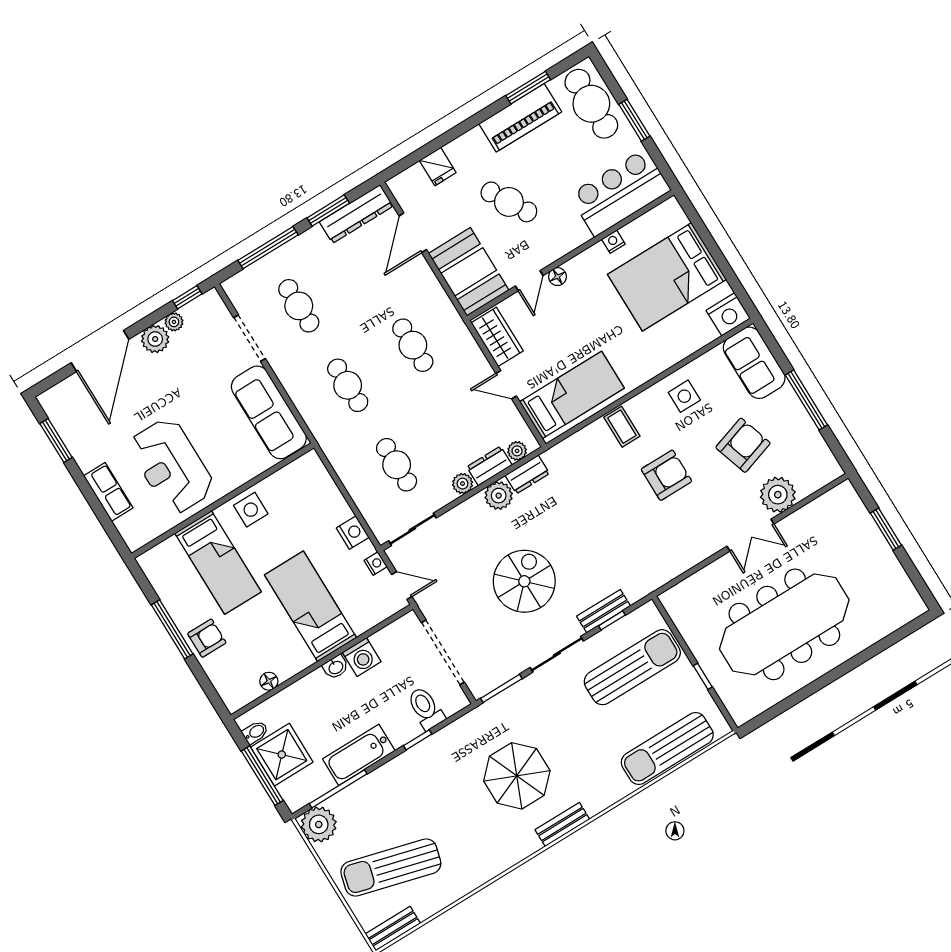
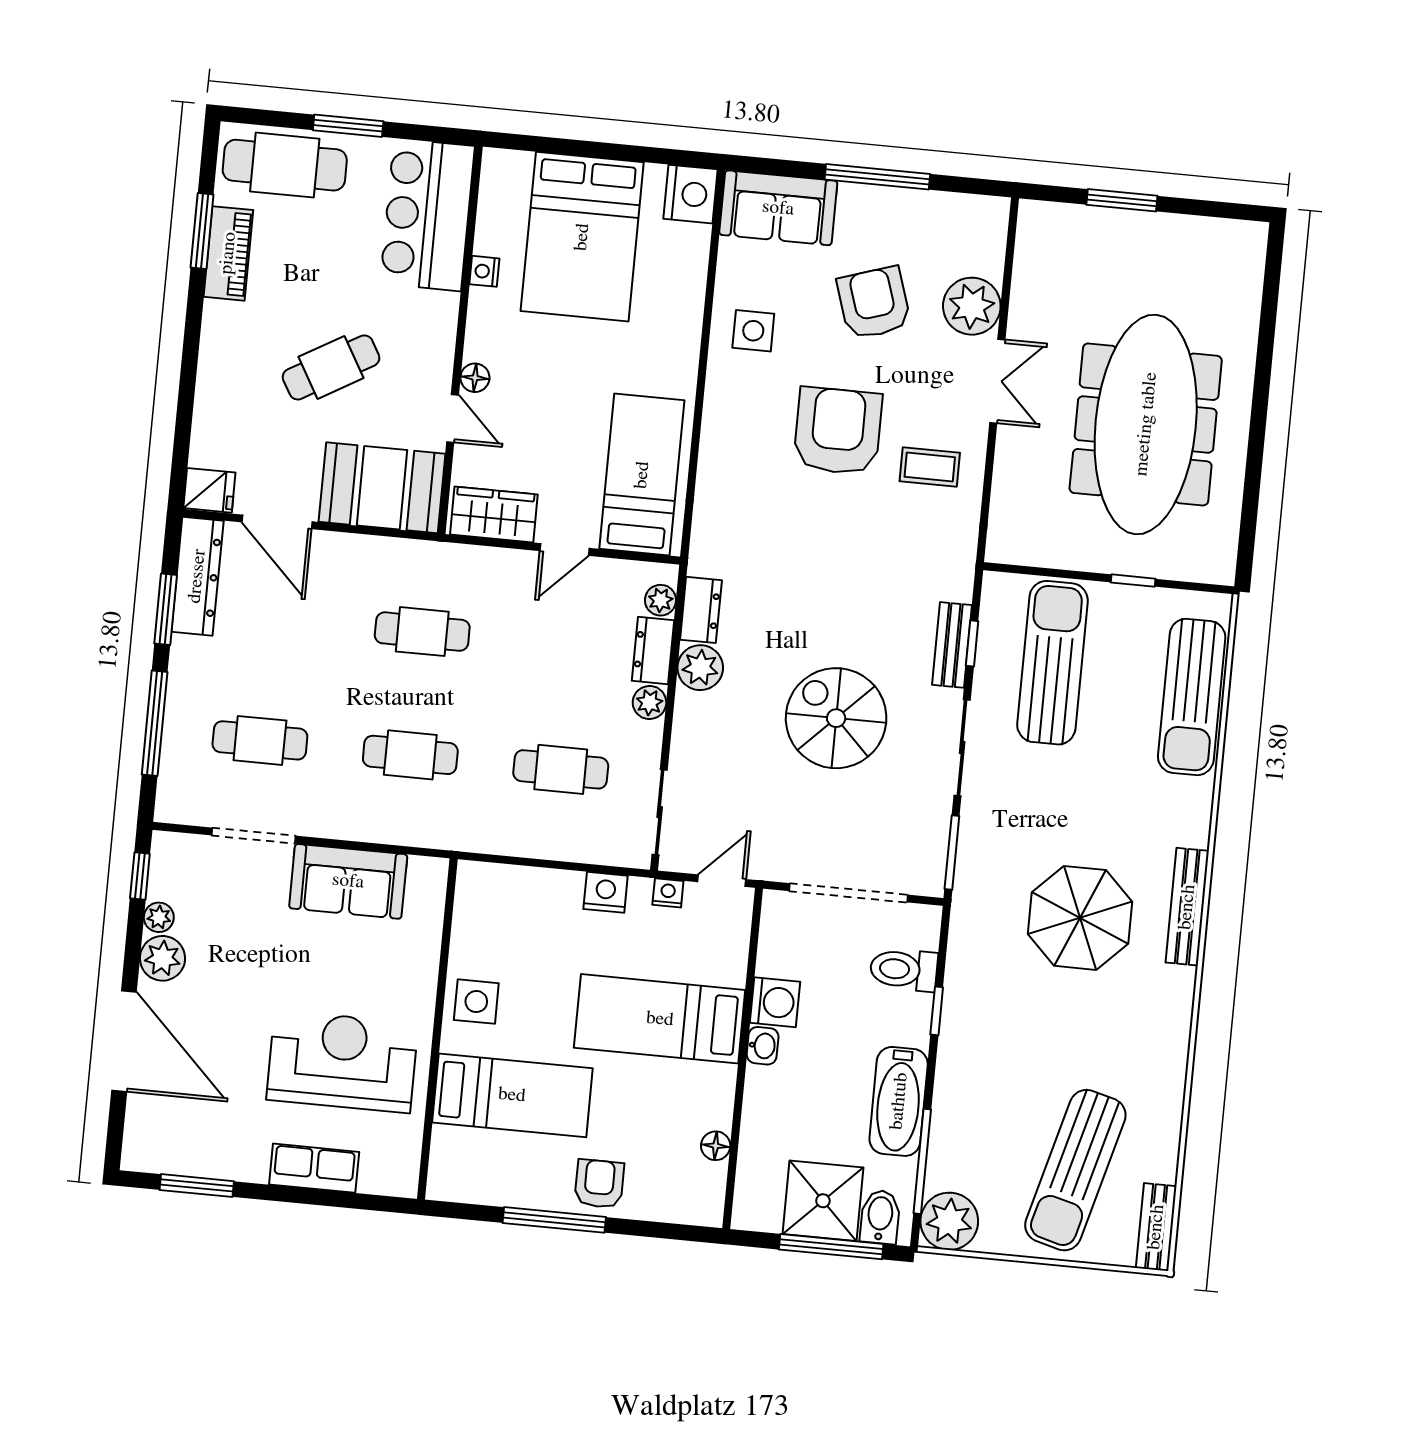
piano: (520, 118) -> (228, 253), width x0.73, depth x0.75
fridge: (438, 166) -> (209, 490), moved
sofa: (269, 412) -> (348, 881), width x0.73
coffee table: (622, 427) -> (930, 467), moved
reception desk: (171, 466) -> (342, 1061), turned 180
armchair: (666, 475) -> (838, 431), width x1.36, depth x1.36
bidet: (255, 732) -> (880, 1217), moved, width x1.38, depth x1.36
bench: (562, 824) -> (1187, 907), width x1.36

